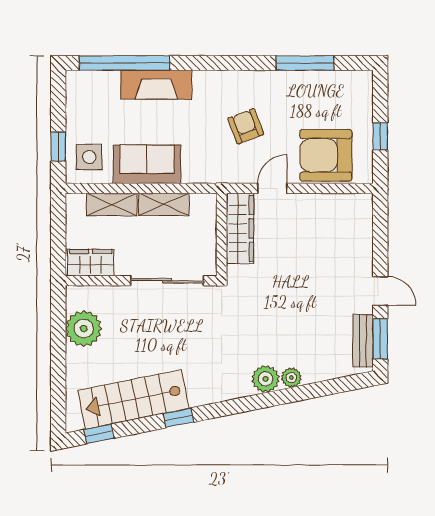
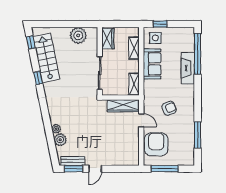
window: (380, 136) -> (165, 169), width x2.17
shelving: (164, 204) -> (134, 84), moved
plant: (266, 379) -> (60, 140), moved

